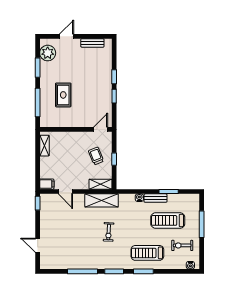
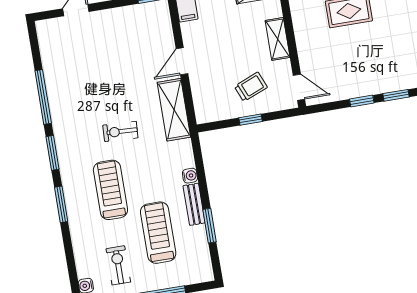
shelving: (100, 184) -> (278, 39), moved
door: (65, 192) -> (182, 61), moved
treadmill: (147, 253) -> (110, 190), moved

